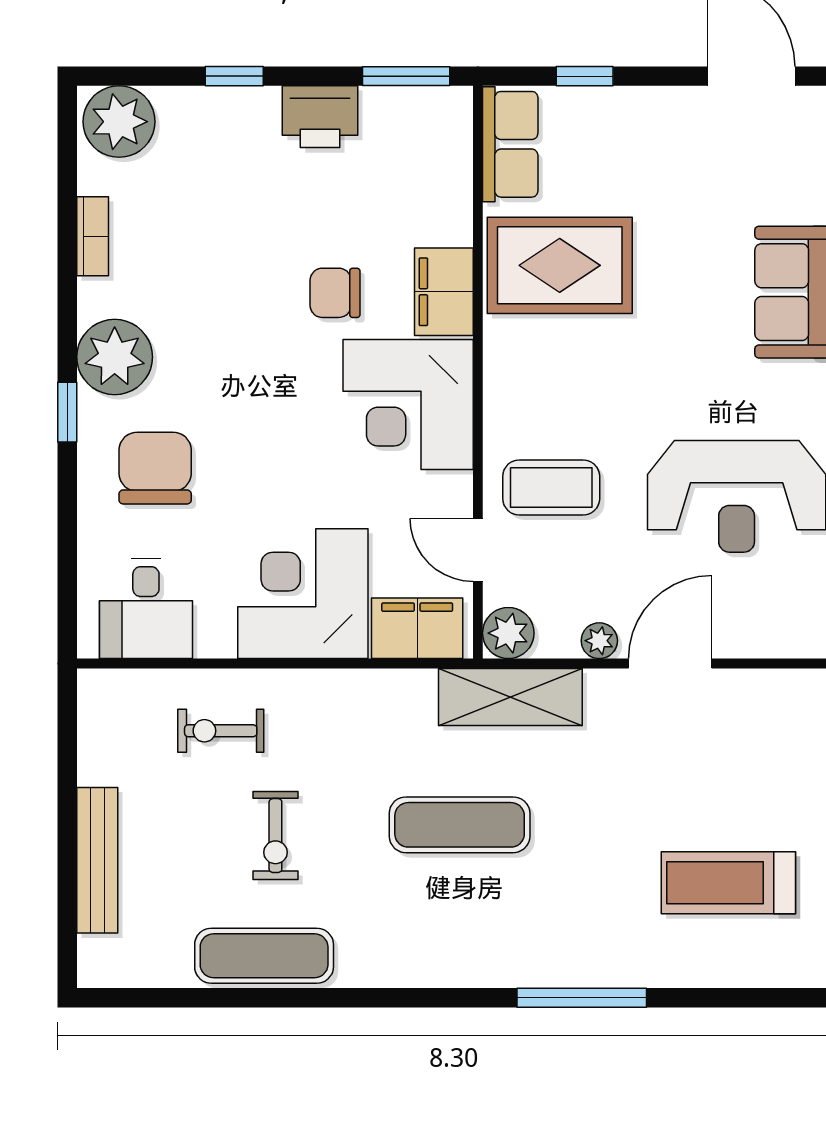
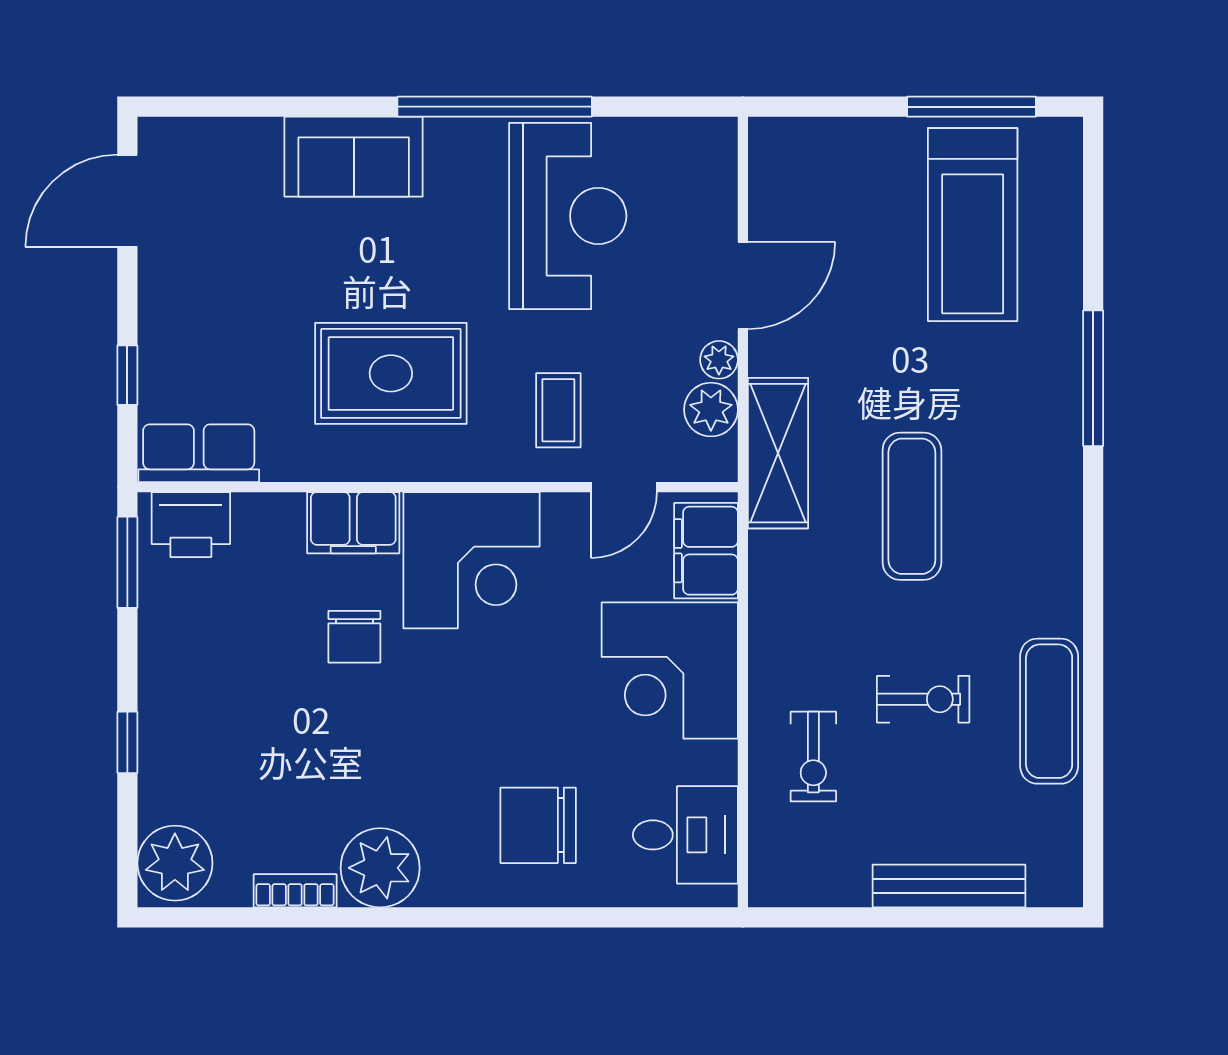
printer: (320, 117) -> (191, 525), moved, turned 90
rug: (560, 265) -> (391, 373), moved, turned 90
plant: (115, 357) -> (380, 868), moved
window: (67, 412) -> (480, 917), removed
coffee table: (551, 487) -> (558, 410), width x0.73, depth x0.77
plant: (508, 633) -> (711, 410), moved
door: (670, 663) -> (743, 286), swing flipped
treadmill: (728, 883) -> (973, 225), width x1.37, depth x1.38

